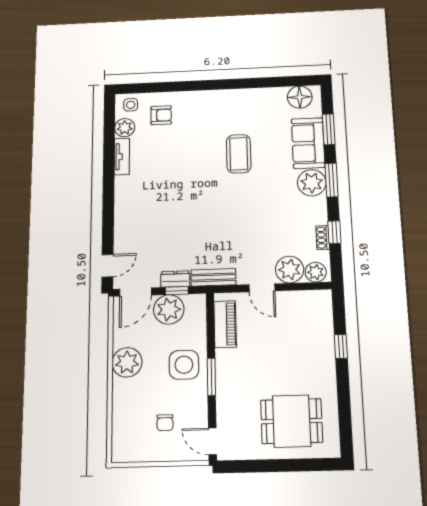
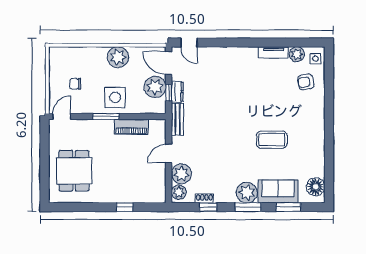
armchair: (161, 115) -> (306, 82), turned 82
piano: (225, 324) -> (131, 127), moved

